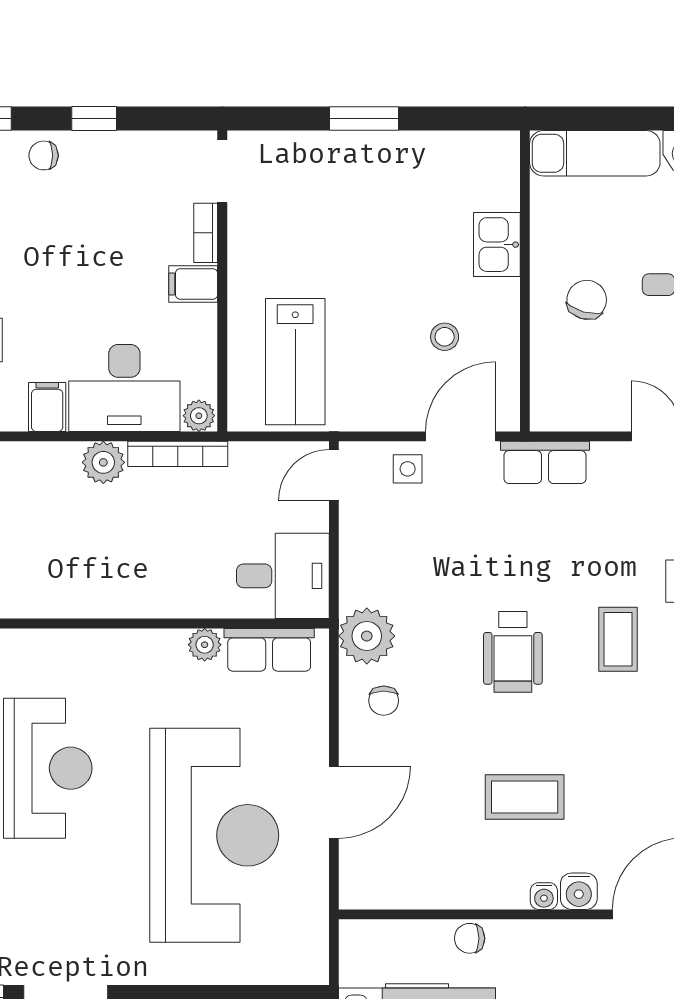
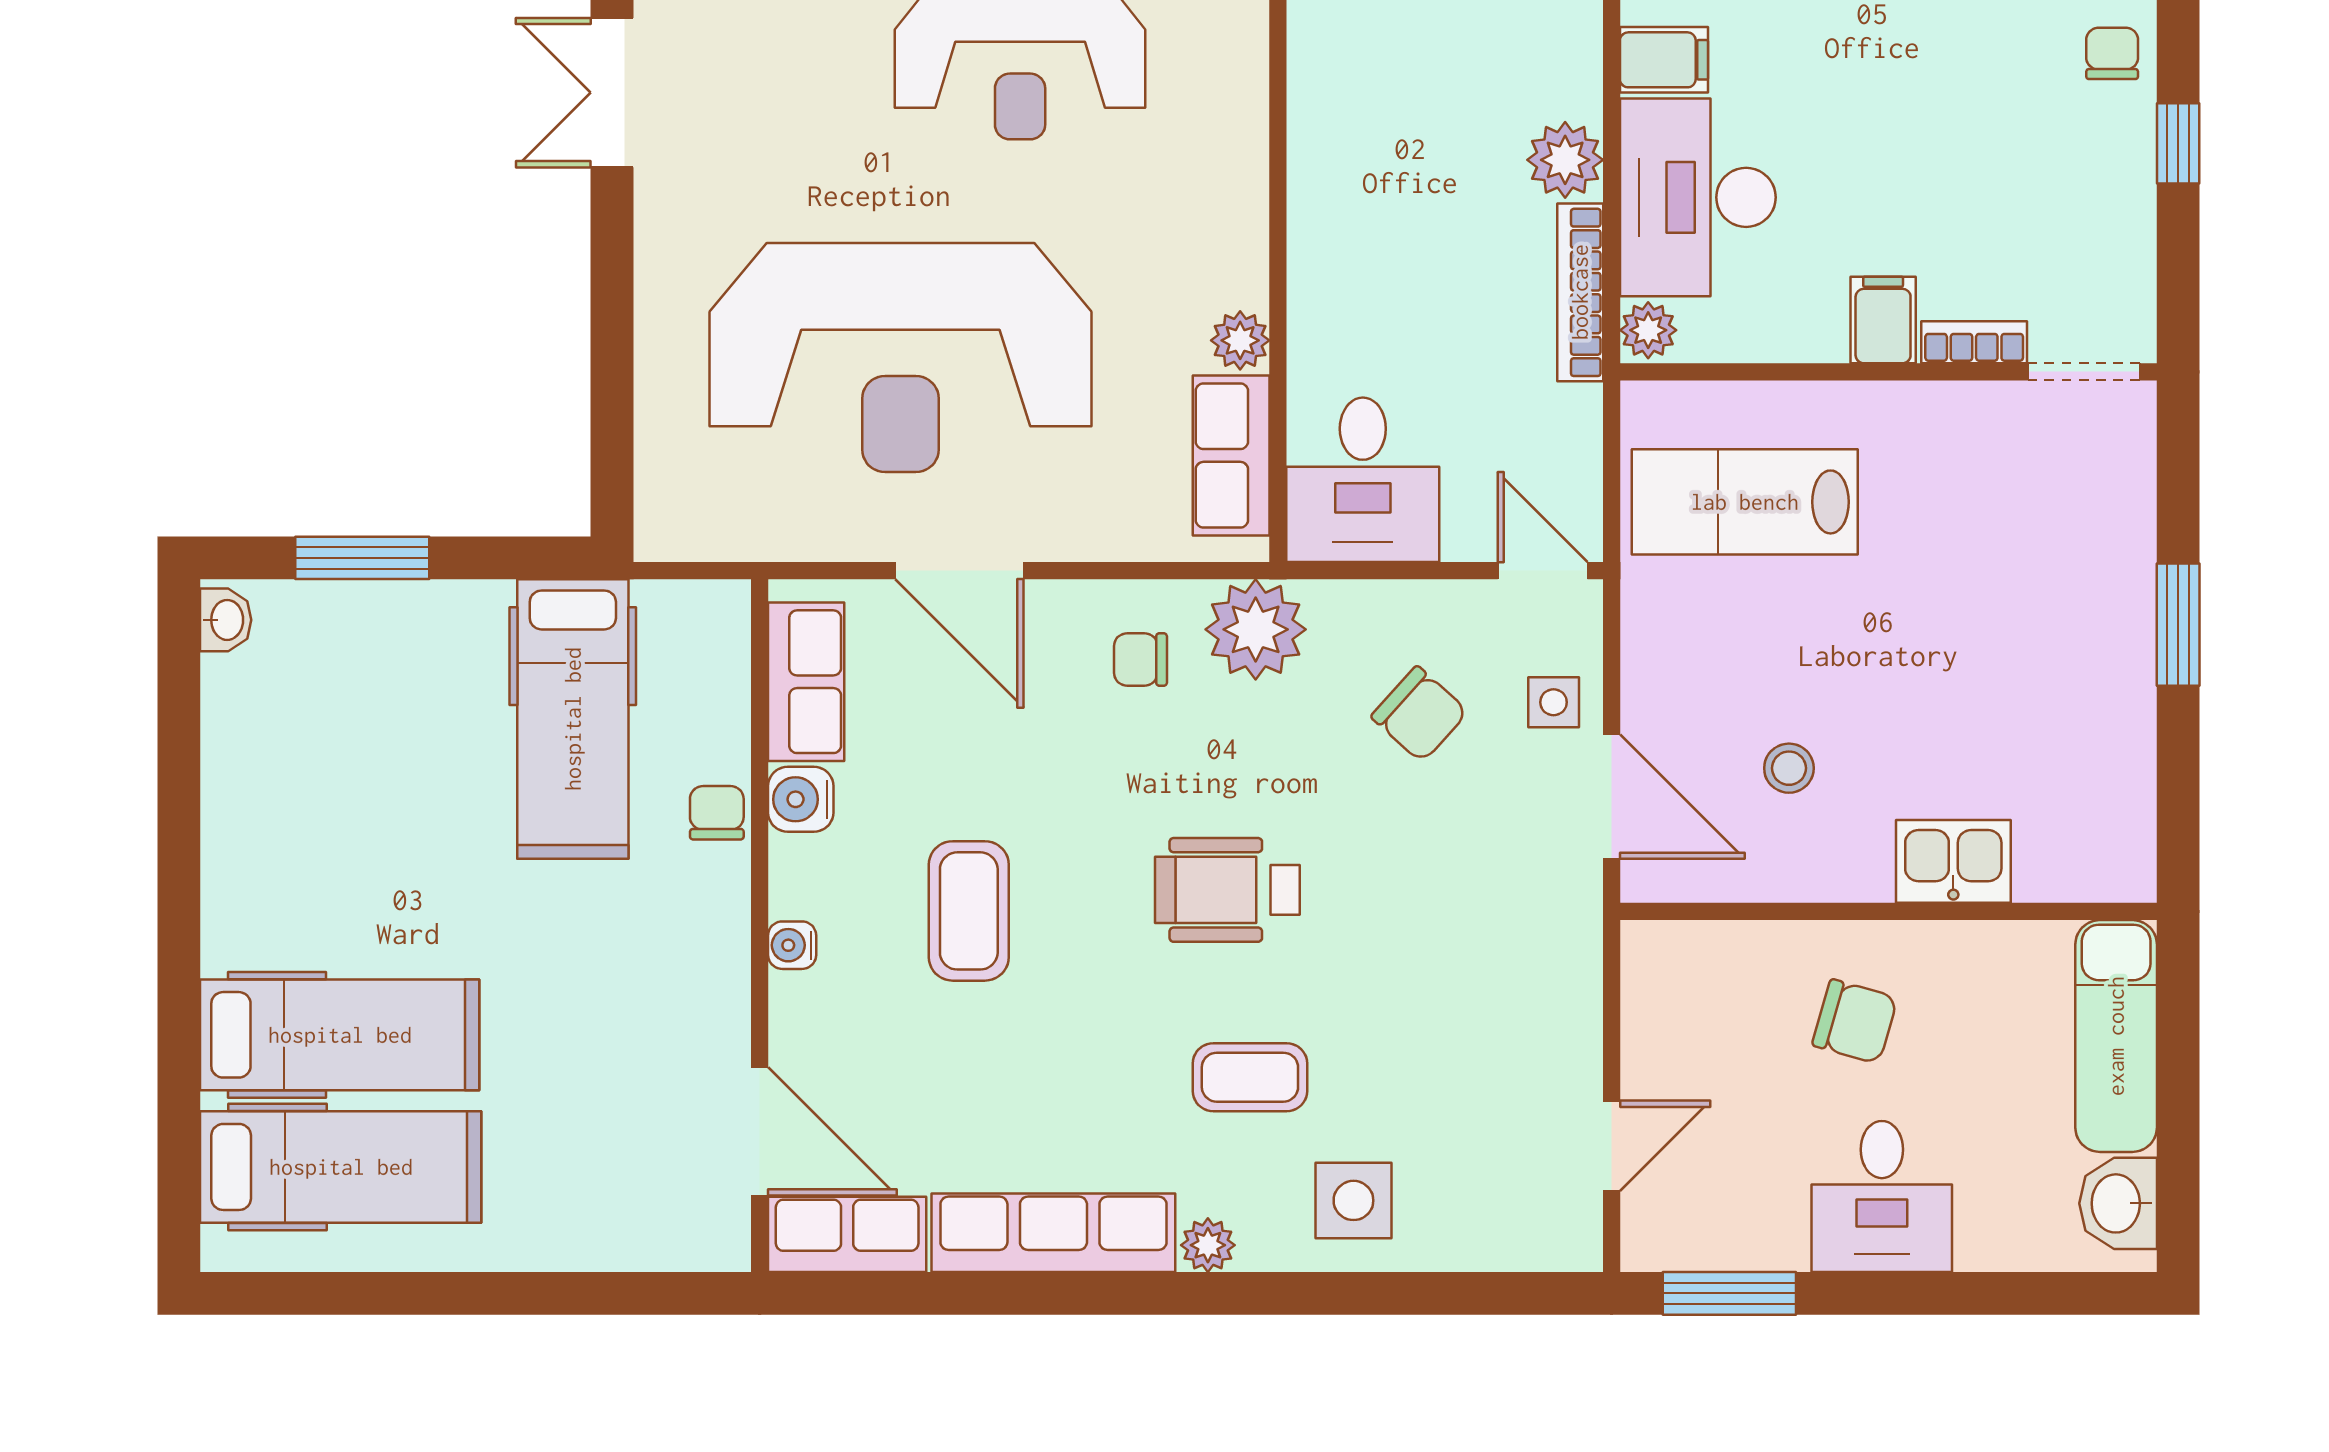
row of seats: (545, 462) -> (806, 682), moved, turned 180
chair: (414, 544) -> (1420, 714), added
water cooler: (579, 891) -> (801, 799), moved

